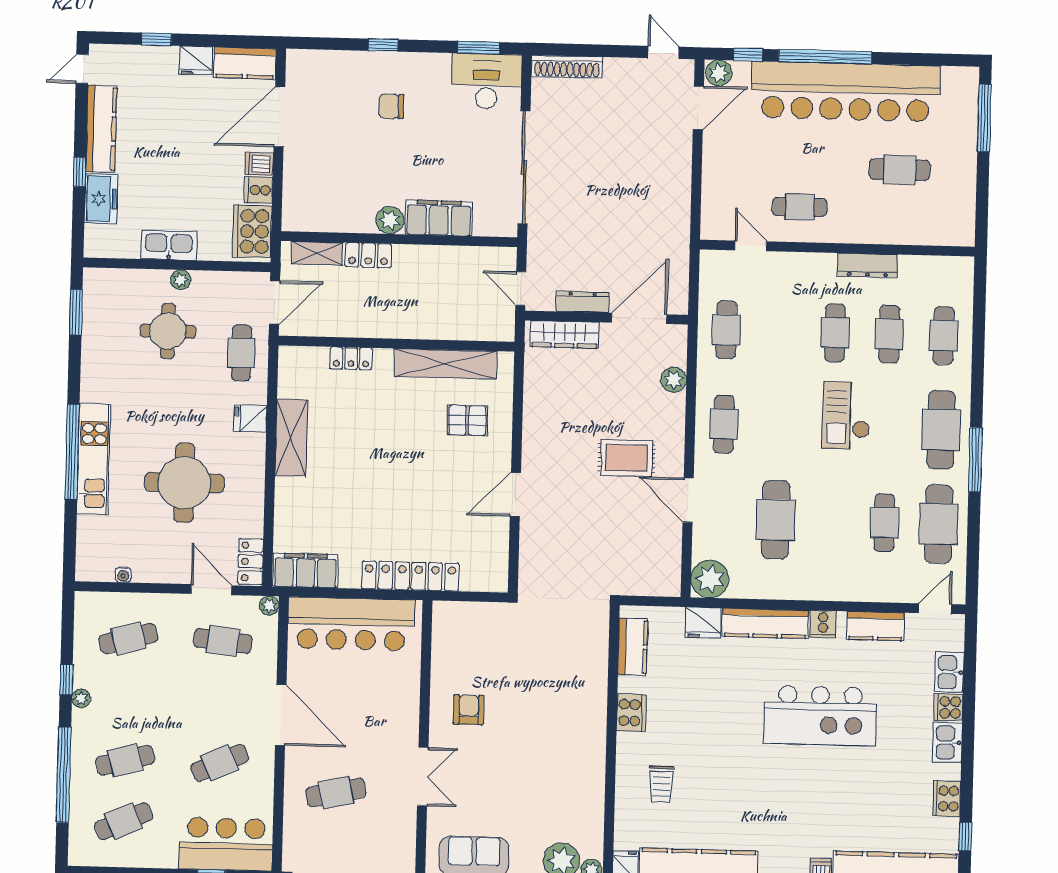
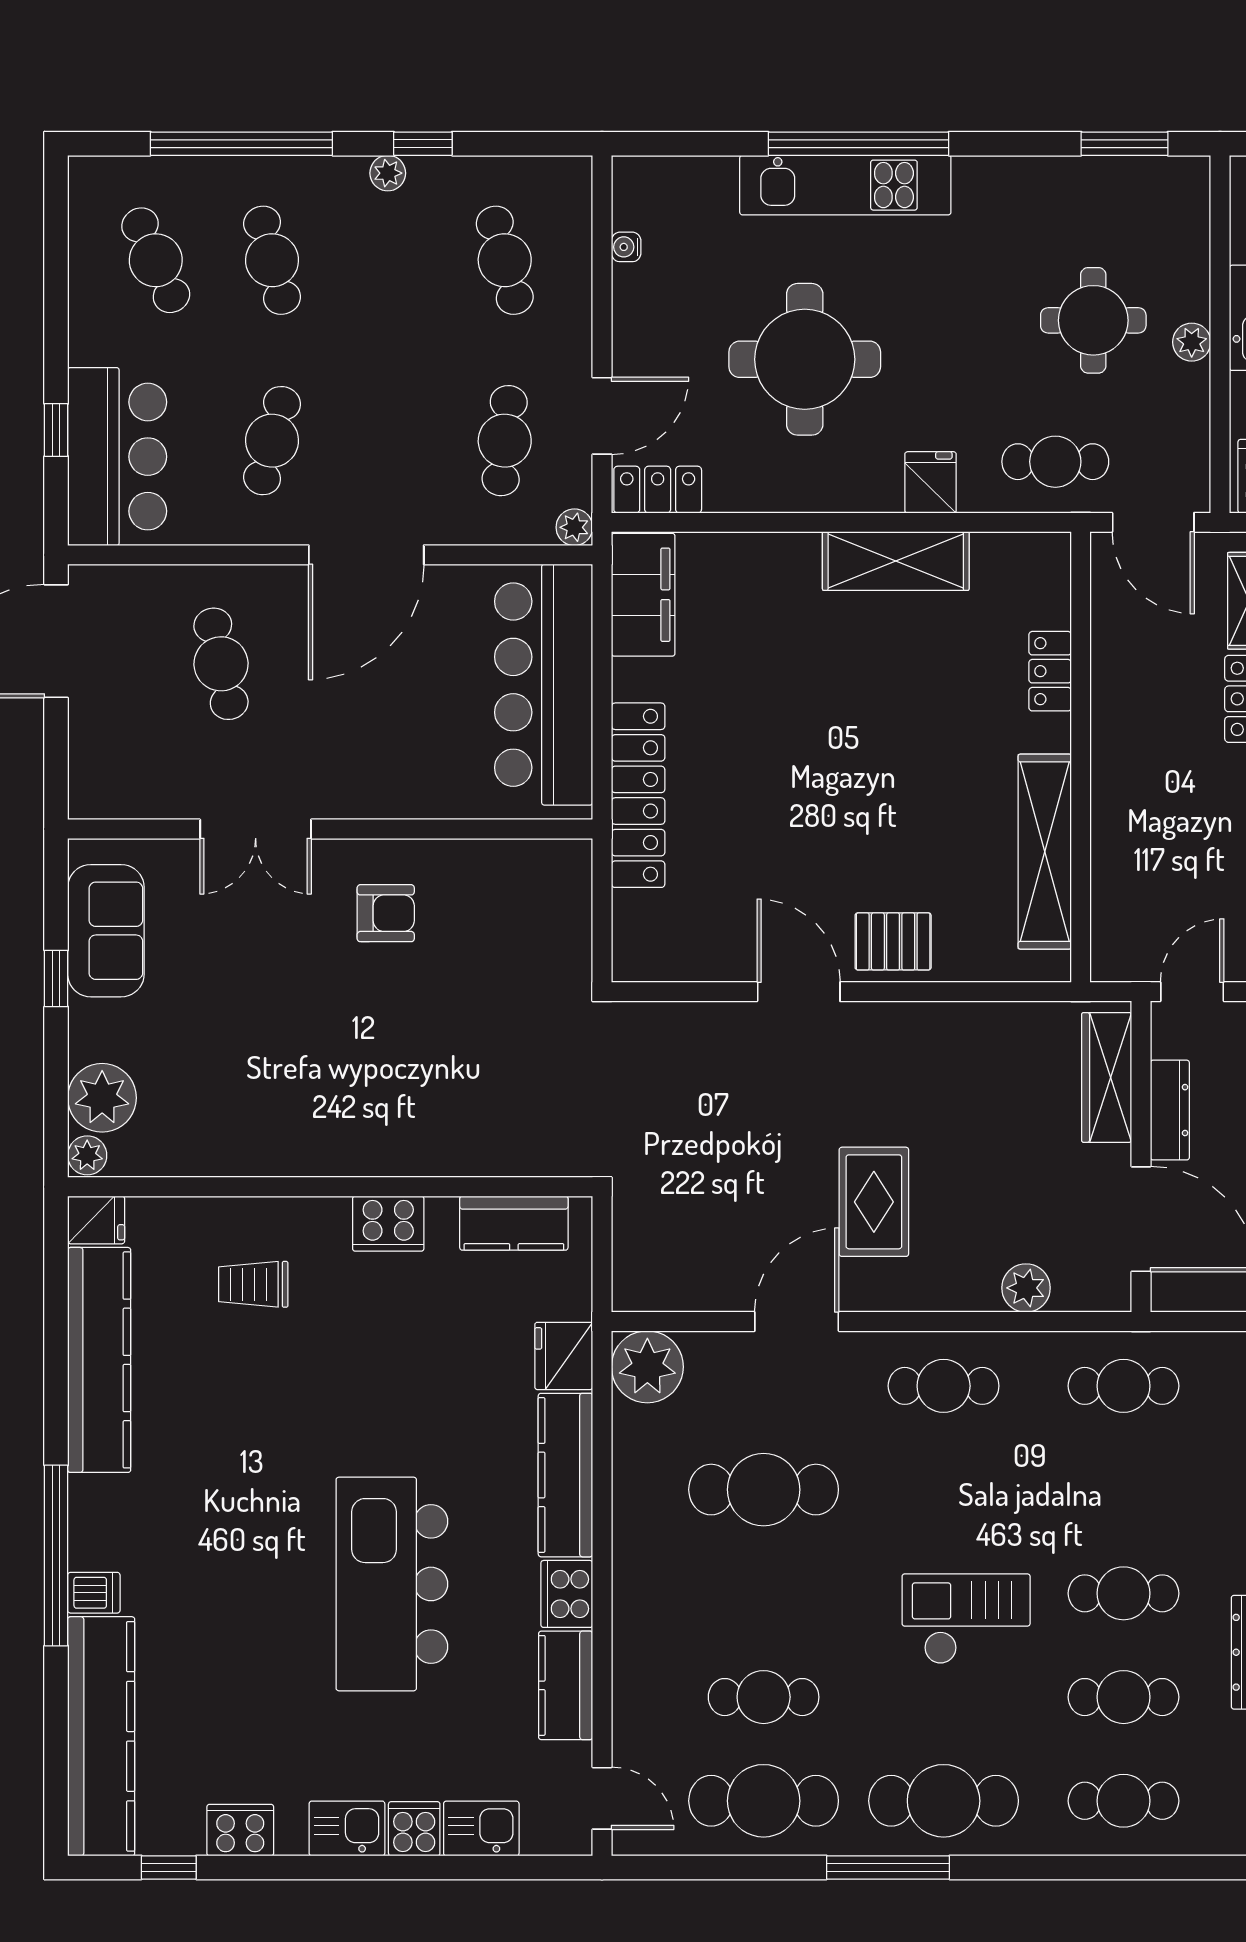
pallet: (467, 420) -> (893, 941), moved, turned 90
cooker: (823, 624) -> (567, 1594), width x1.36
cafe table: (220, 763) -> (272, 441), turned 39

